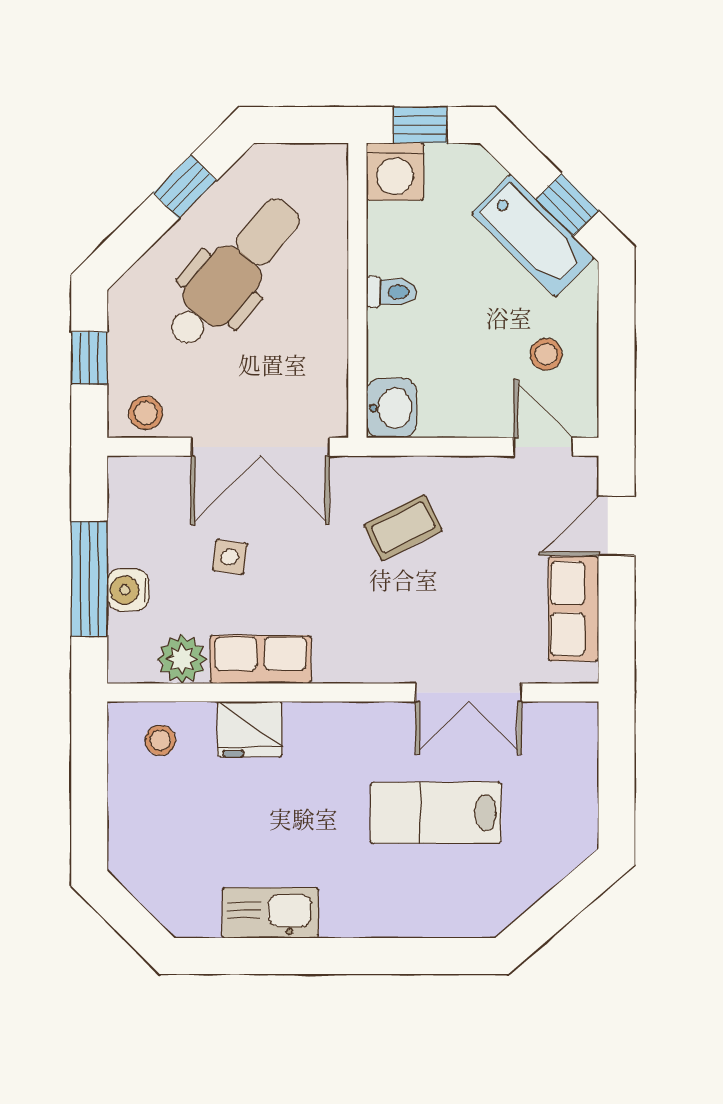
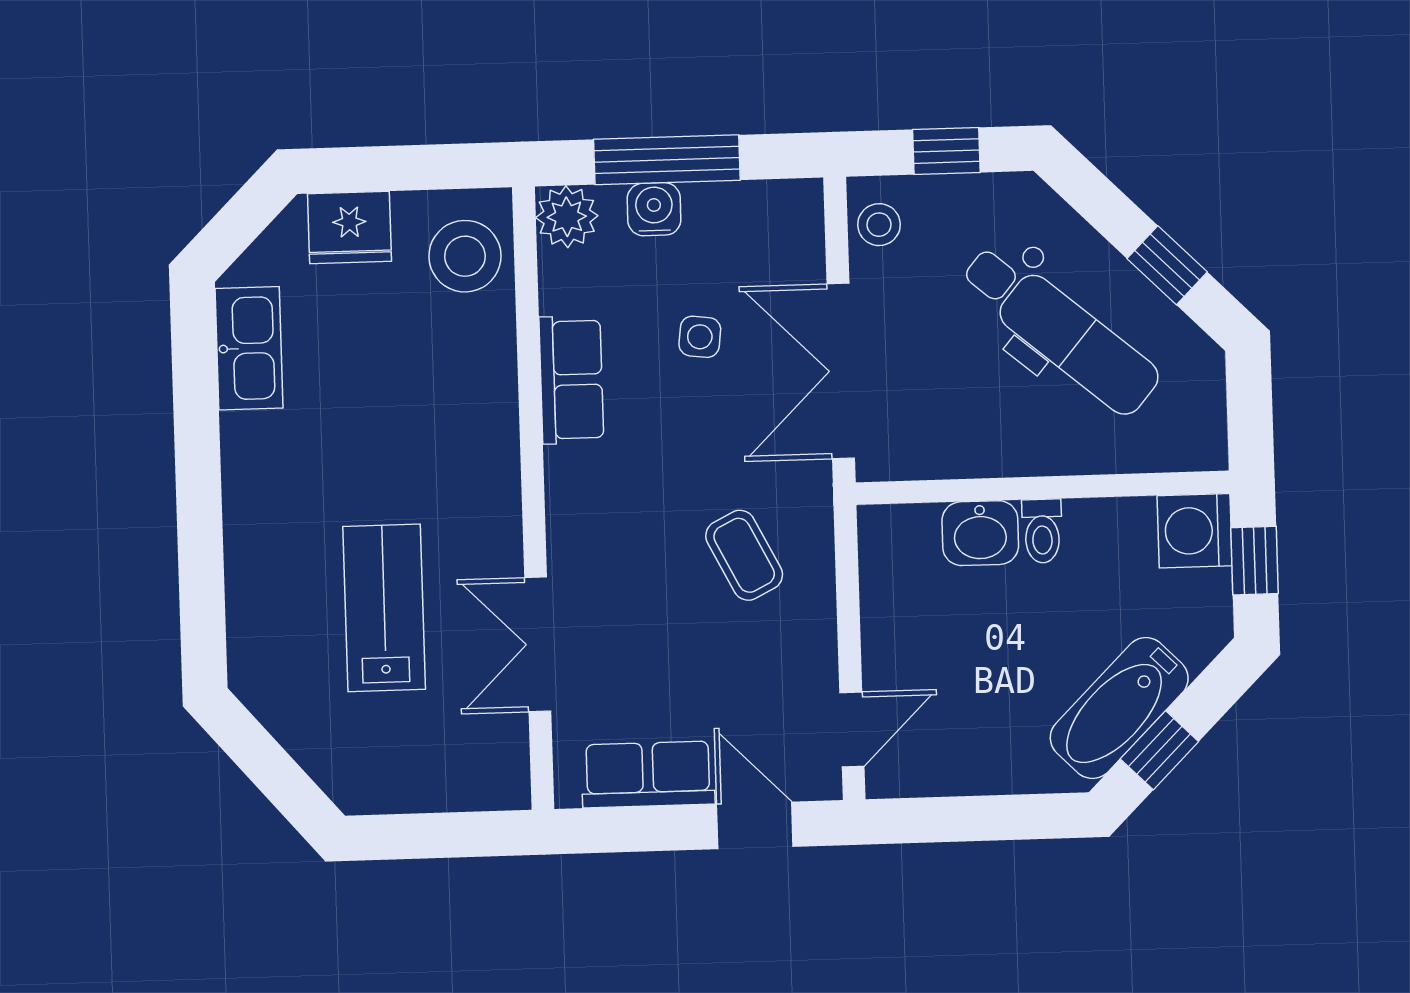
stool: (546, 354) -> (969, 729), removed
washbasin: (392, 408) -> (980, 533), moved
plant: (182, 659) -> (567, 217), moved
fridge: (250, 729) -> (349, 228), moved, turned -90
stool: (160, 740) -> (465, 256), width x1.89, depth x1.89
kitchen sink: (270, 913) -> (249, 348), moved

